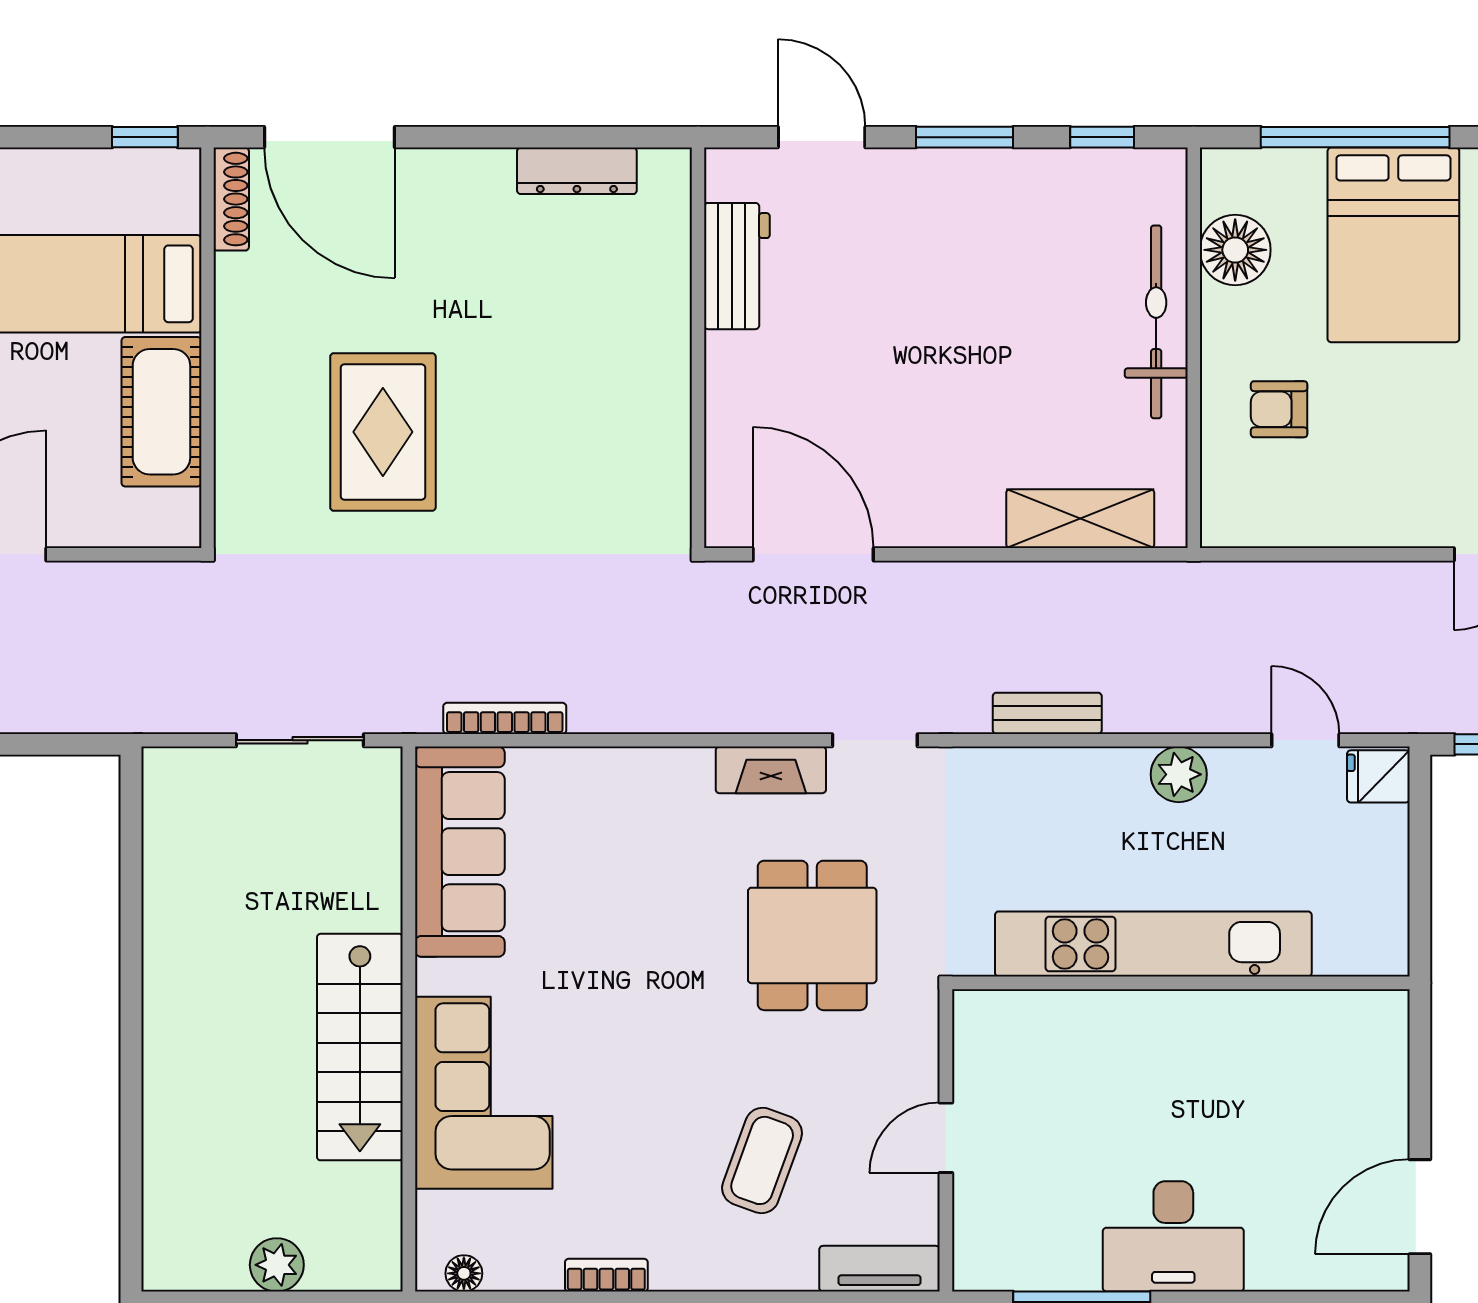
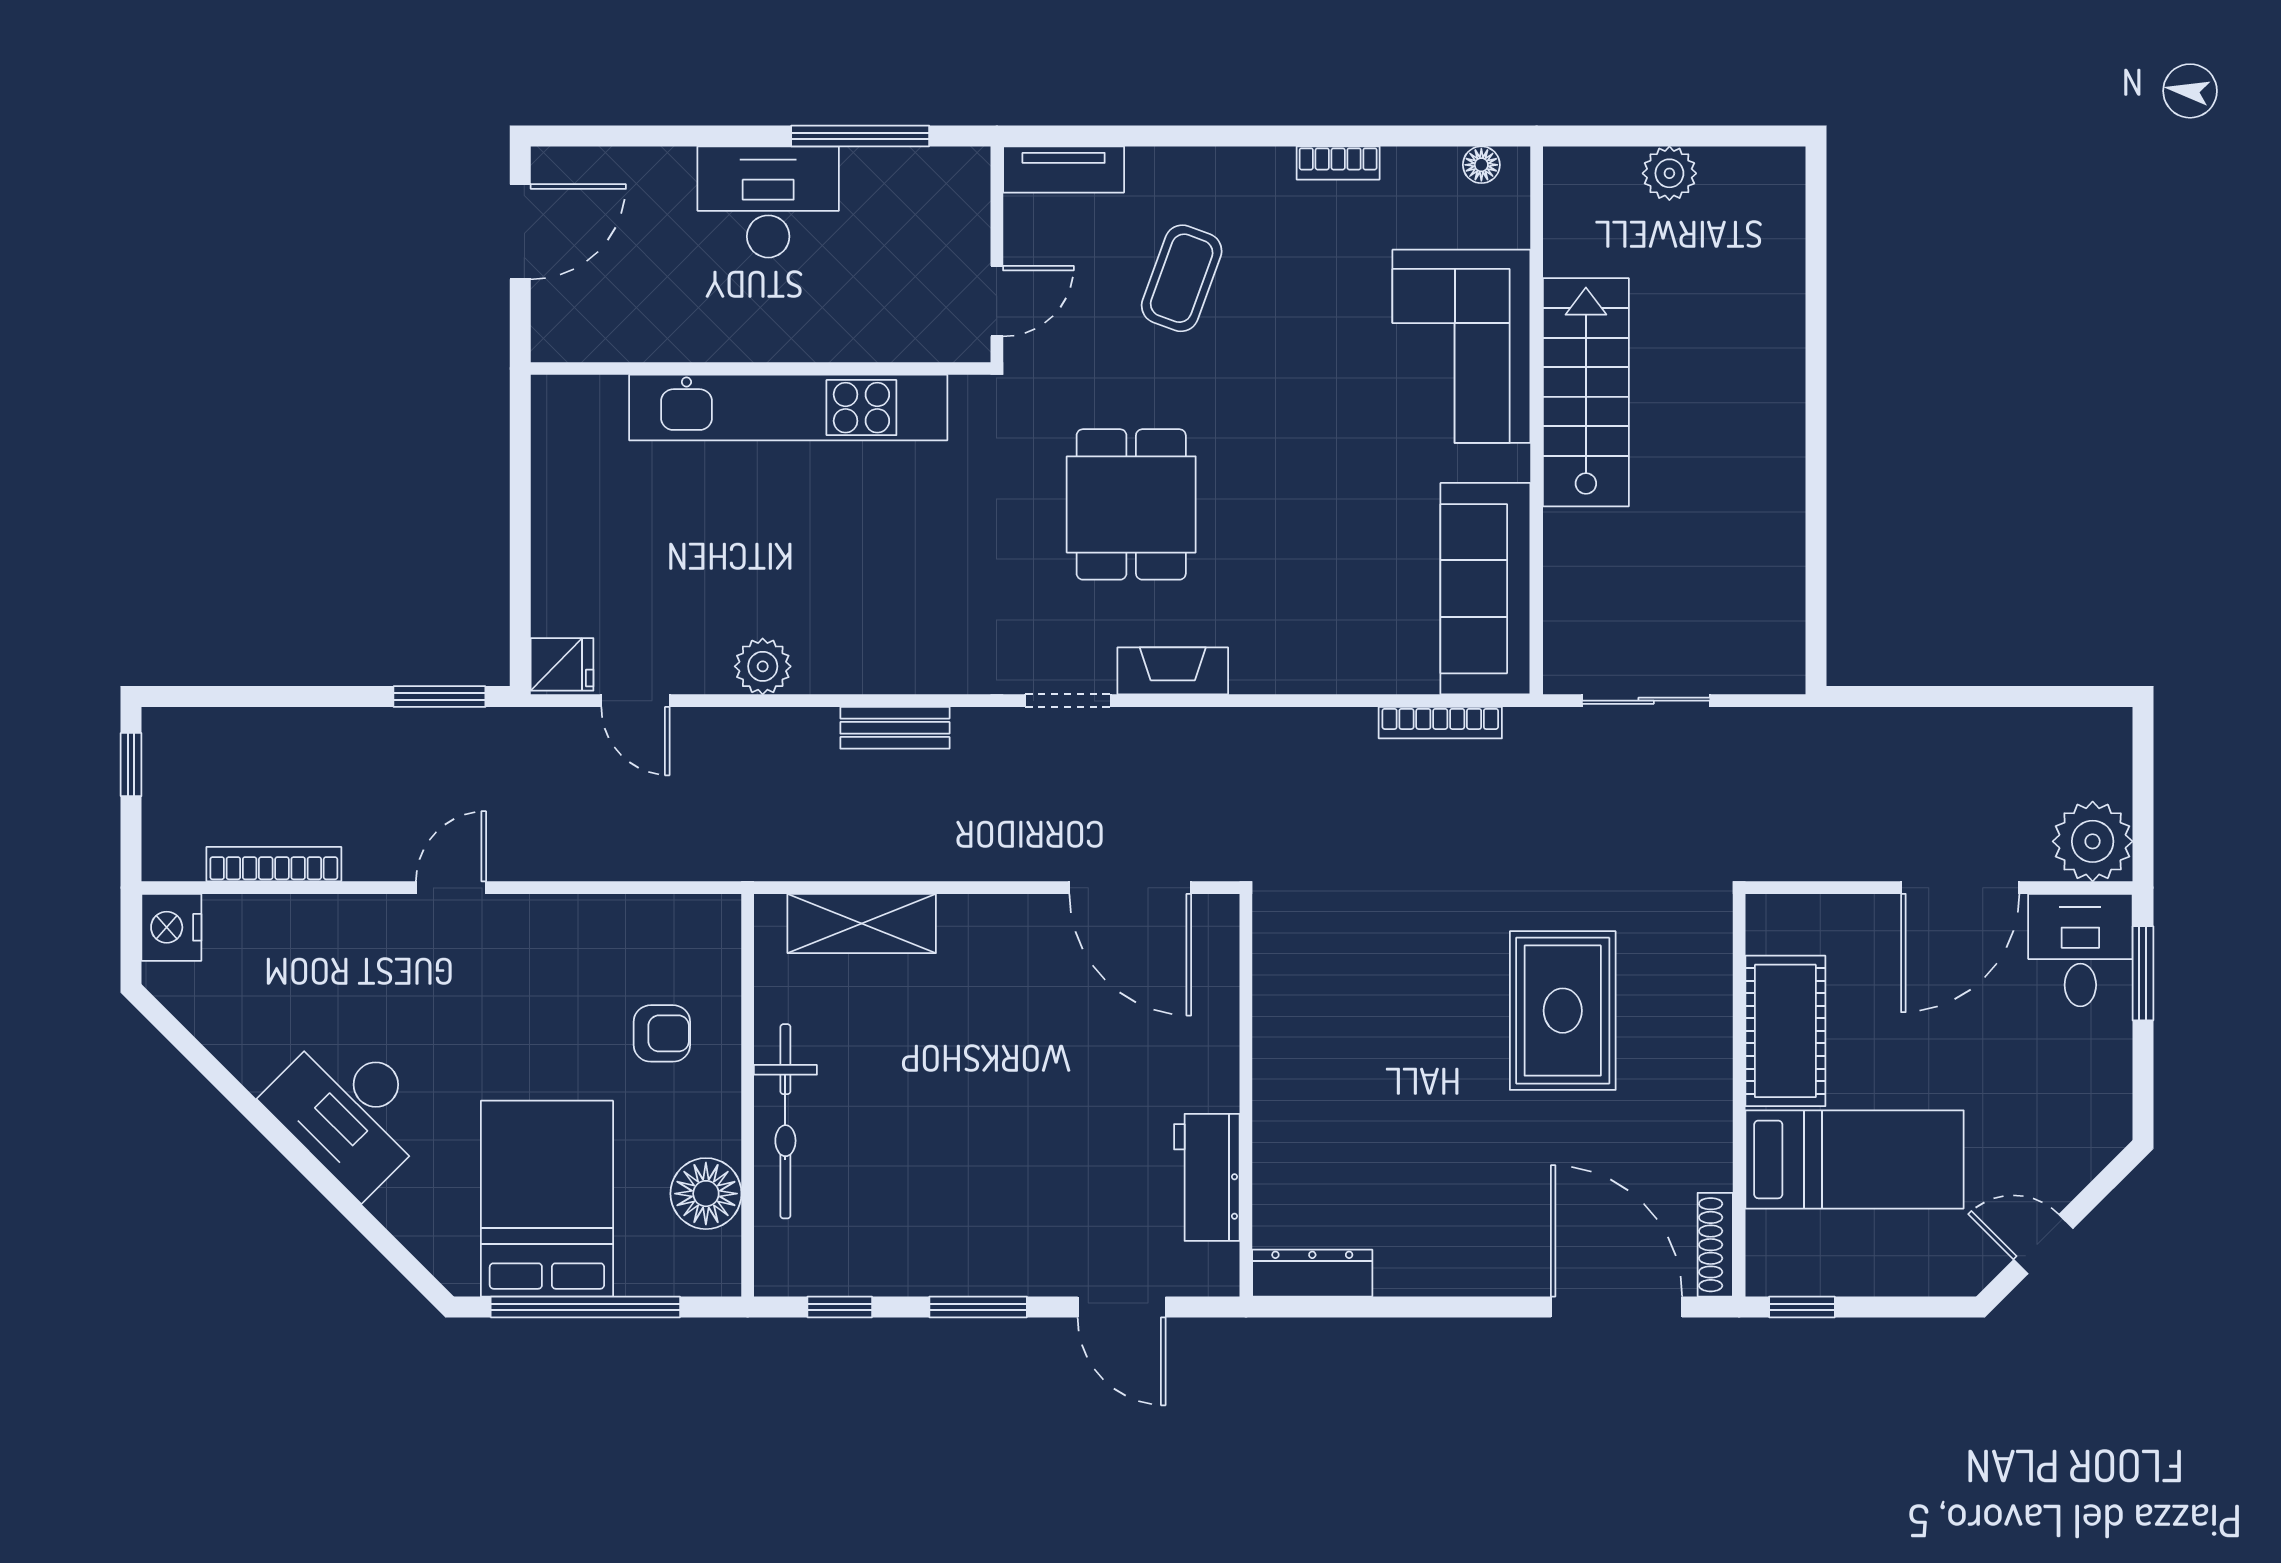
dresser: (577, 171) -> (1312, 1273), moved
kitchen unit: (1153, 944) -> (788, 408), moved
wall: (1181, 983) -> (761, 369), moved

